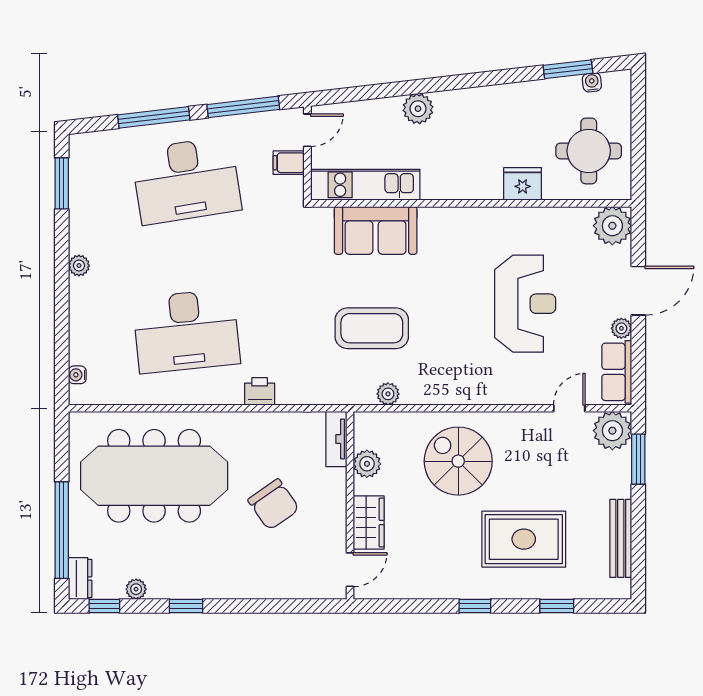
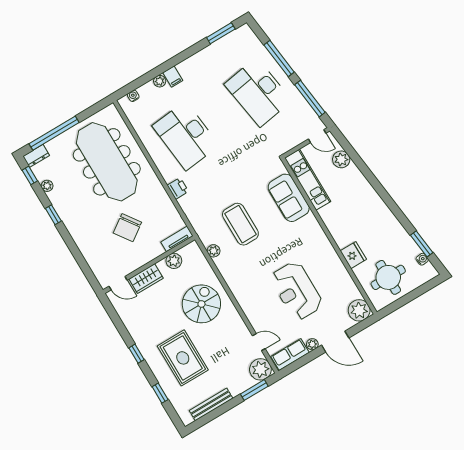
plant: (418, 109) -> (341, 159), moved
filing cabinet: (289, 163) -> (173, 77), moved, turned 180
plant: (79, 266) -> (160, 81), moved
reception desk: (525, 304) -> (296, 291), turned 90

